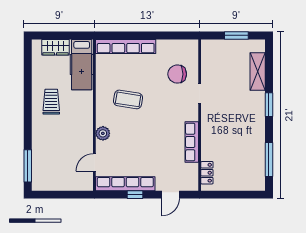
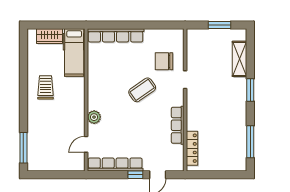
coffee table: (128, 99) -> (142, 90), moved, turned -44
locker: (207, 173) -> (192, 148), width x1.53
window: (135, 195) -> (135, 175), moved

